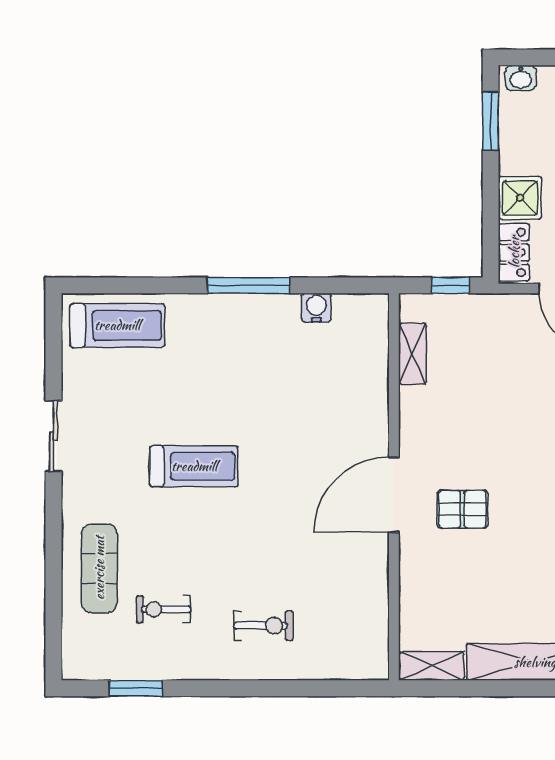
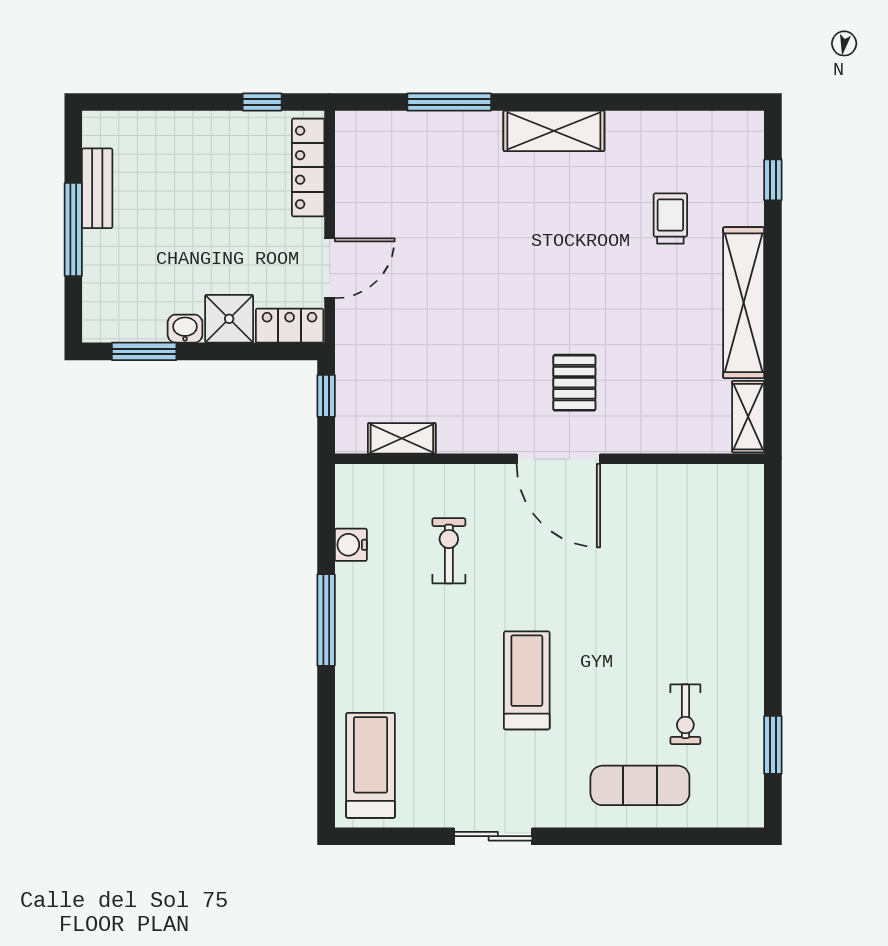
washbasin: (521, 78) -> (185, 329), moved, turned -90
exercise bike: (263, 626) -> (449, 551), moved

